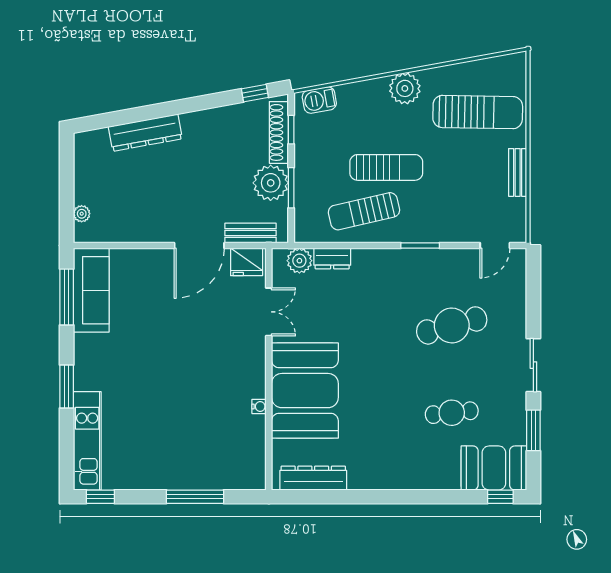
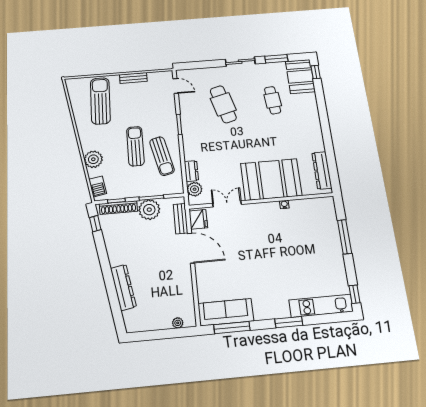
plant: (405, 88) -> (93, 159), moved

